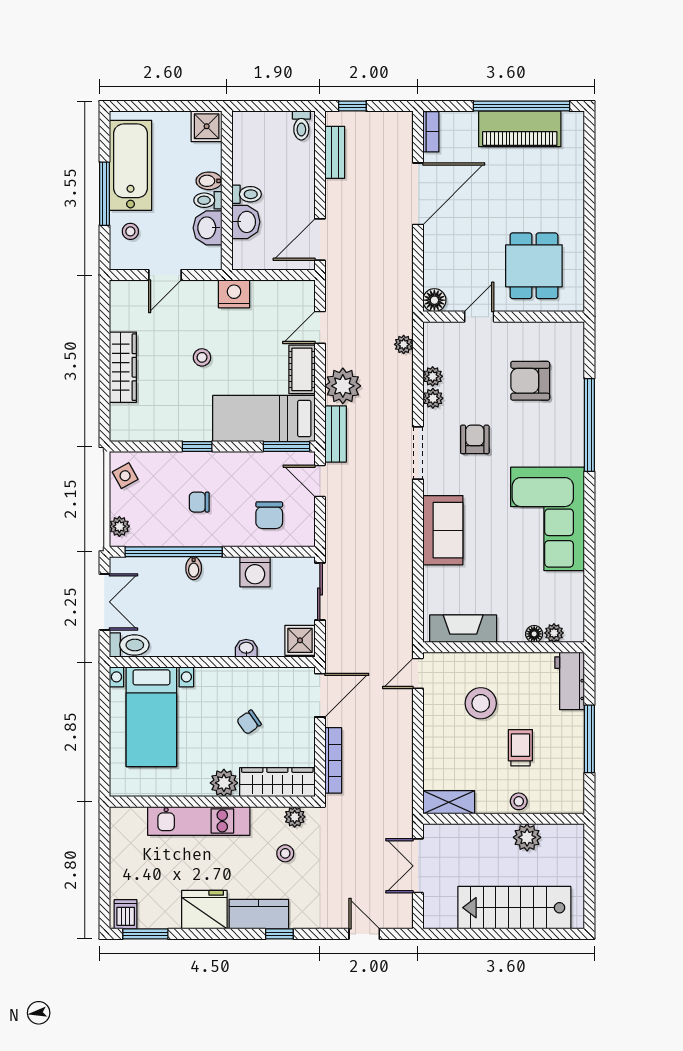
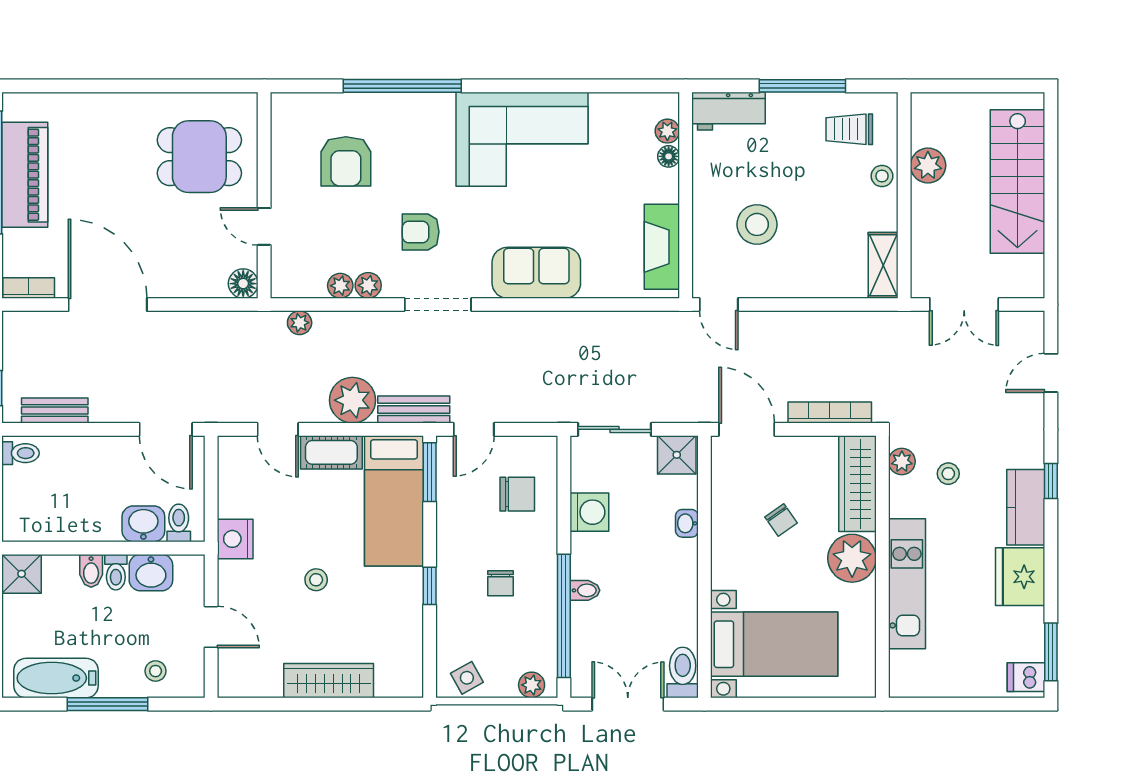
bathtub: (131, 165) -> (56, 678), width x0.73, depth x0.73
toilet: (247, 194) -> (179, 523), moved
trolley: (520, 748) -> (849, 129), moved
plant: (224, 783) -> (852, 558), width x1.36, depth x1.36

